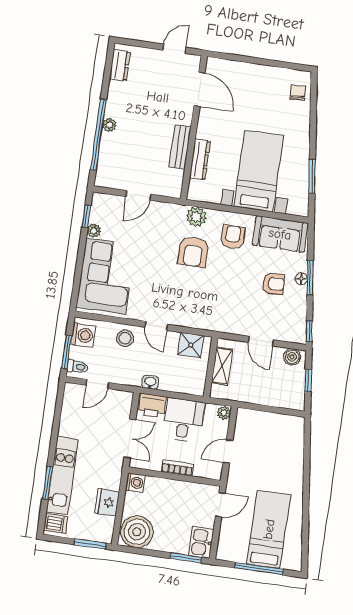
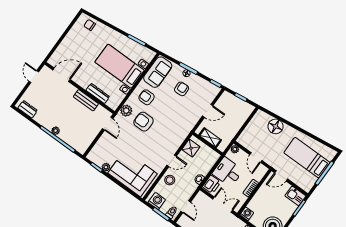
door: (138, 195) -> (108, 124), moved
armchair: (193, 252) -> (144, 122), turned 180
boiler: (292, 357) -> (224, 99), removed
floor lamp: (291, 457) -> (276, 126), added
door: (220, 505) -> (281, 176), swing flipped

